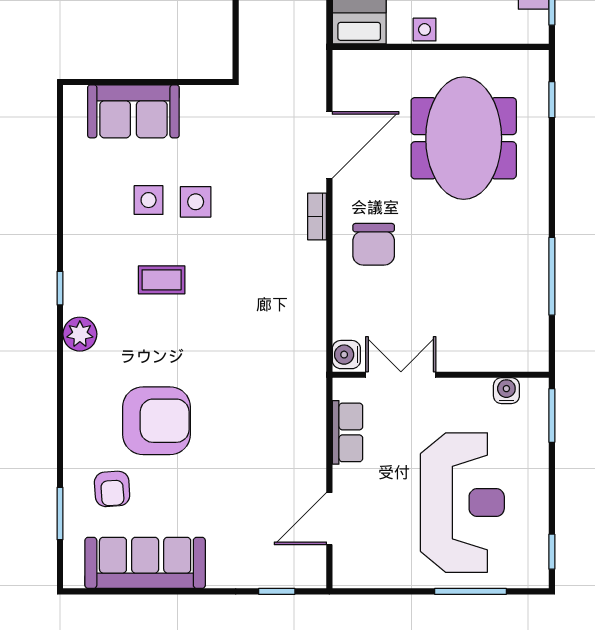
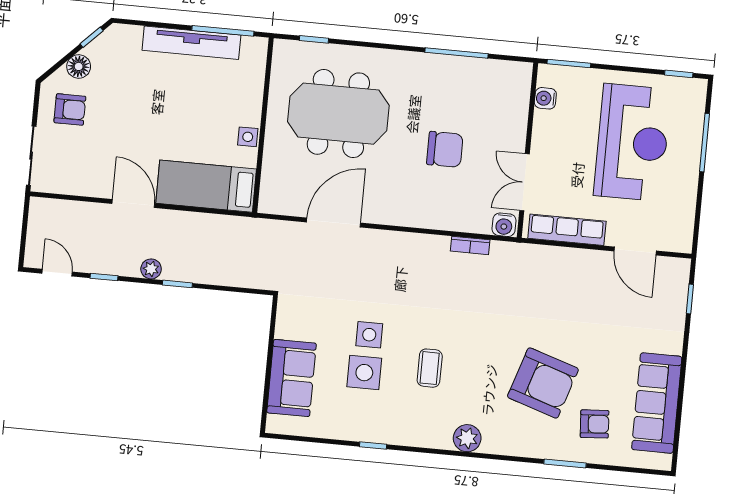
door: (329, 145) -> (333, 222), hinge flipped
side table: (149, 200) -> (364, 373), width x1.37, depth x1.37
bookcase: (317, 217) -> (470, 245), moved
chair: (374, 244) -> (445, 149), moved
window: (60, 288) -> (373, 445), moved
armchair: (157, 421) -> (543, 383), turned 108
row of seats: (347, 432) -> (567, 230), width x1.48
reception desk: (462, 503) -> (632, 142), turned 90
window: (60, 513) -> (565, 464), moved

